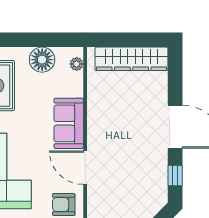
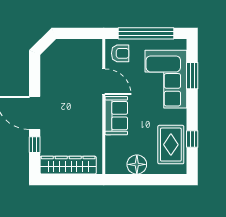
plant: (77, 64) -> (110, 161), removed
window: (175, 175) -> (35, 145), moved

